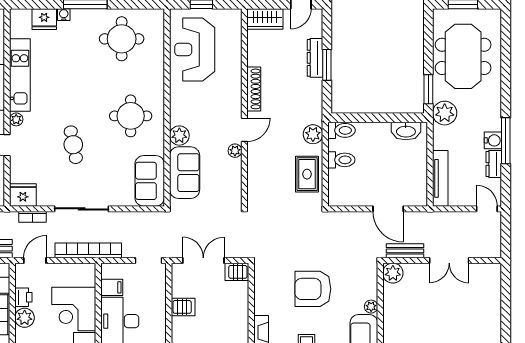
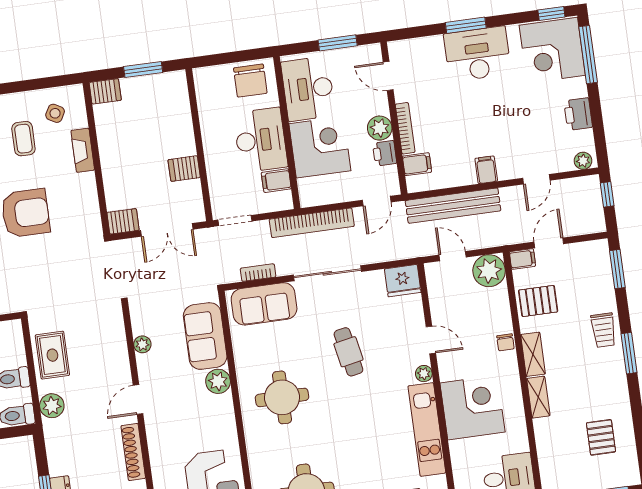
plant: (235, 151) -> (142, 344), moved
sofa: (150, 181) -> (264, 304), moved, turned 90
bookcase: (33, 217) -> (258, 273), moved

